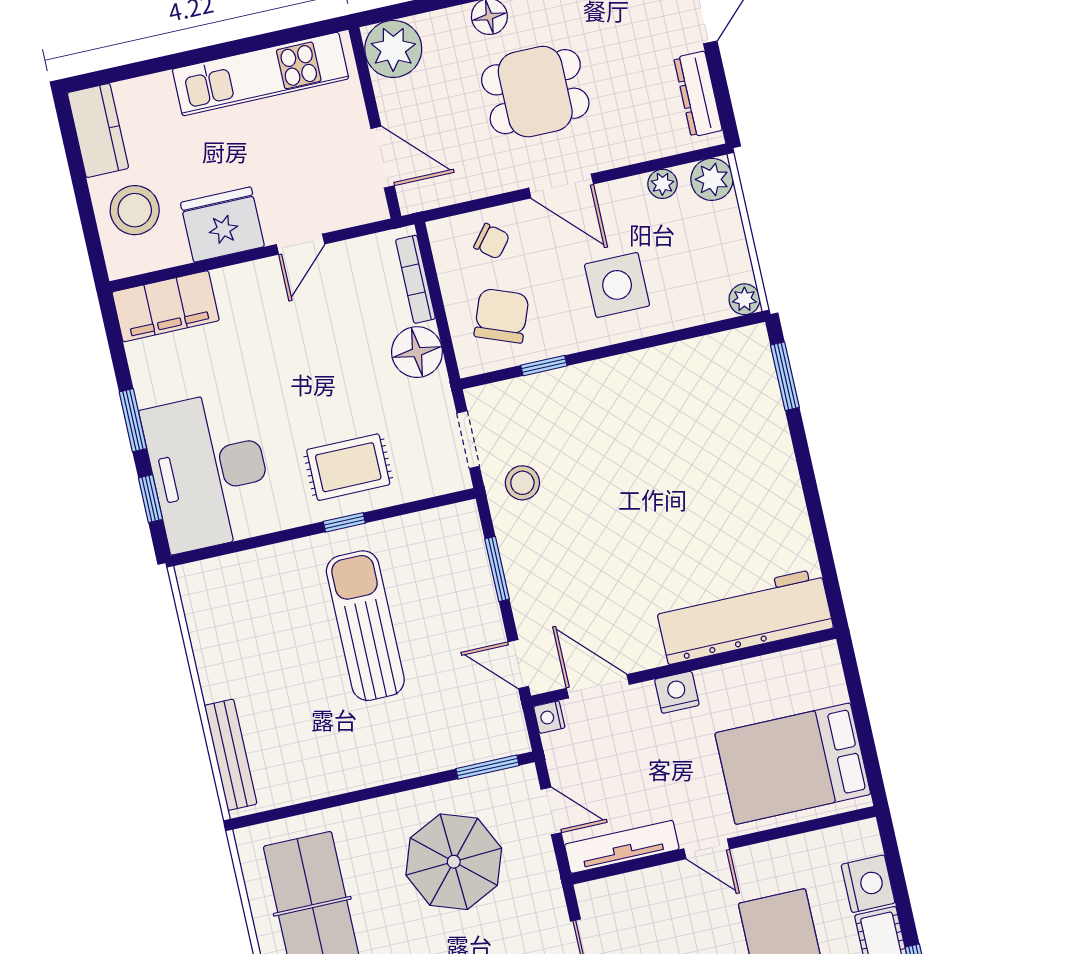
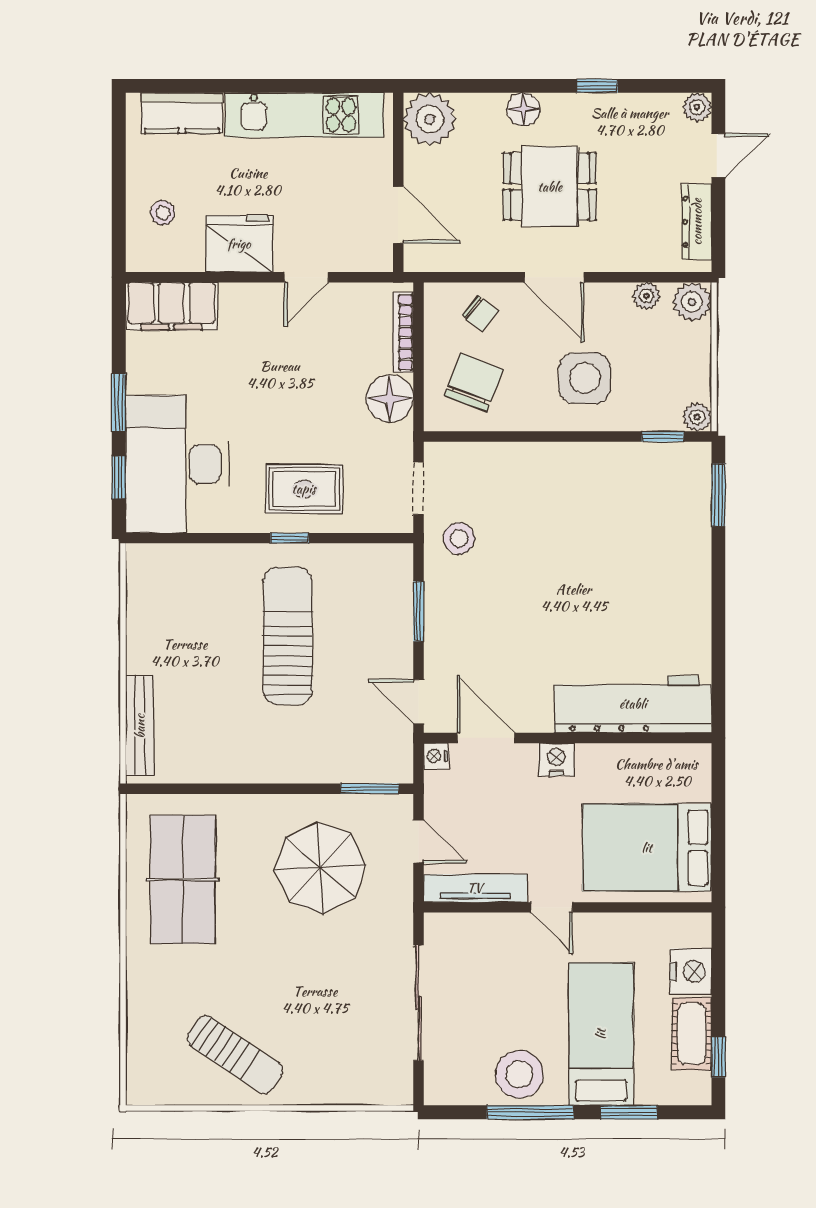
kitchen counter: (98, 130) -> (182, 113), moved, turned 90
stool: (135, 210) -> (163, 213), width x0.53, depth x0.53
window: (544, 366) -> (663, 436), moved

